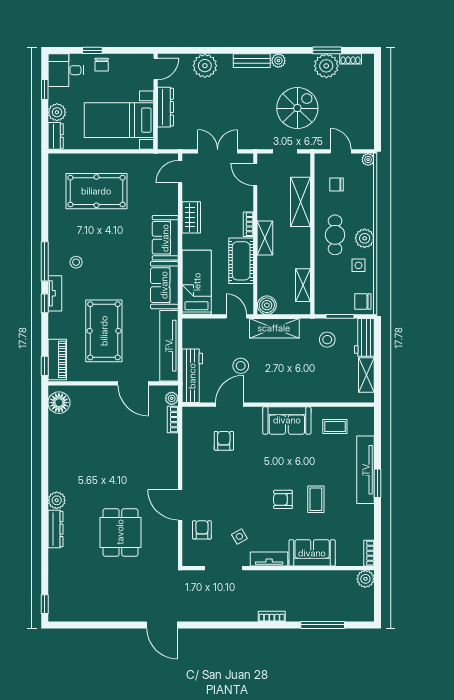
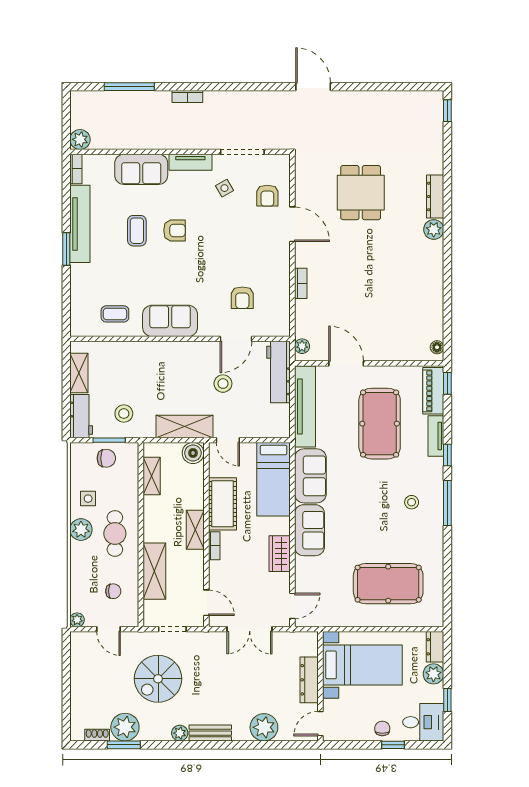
tv unit: (55, 293) -> (436, 436), moved
chair: (363, 302) -> (106, 458), moved
floor lamp: (59, 403) -> (437, 347), width x0.53, depth x0.53
bookcase: (173, 420) -> (301, 283), moved
tv unit: (366, 470) -> (80, 224), moved

